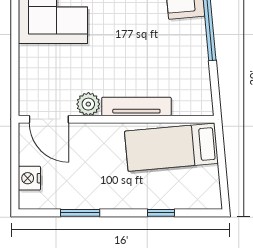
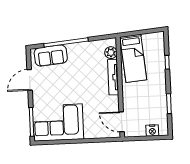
plant: (88, 104) -> (111, 53), moved
door: (49, 119) -> (122, 122), swing flipped

